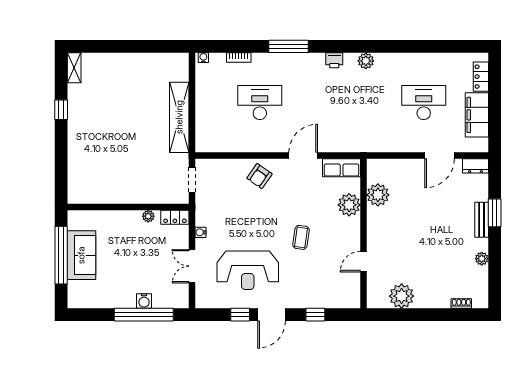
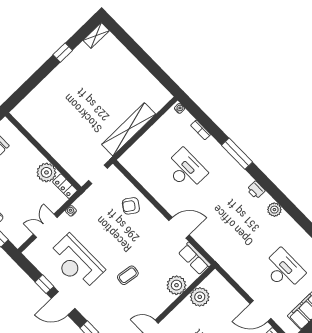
armchair: (259, 176) -> (131, 206), moved
plant: (148, 216) -> (46, 172), width x1.88, depth x1.88

